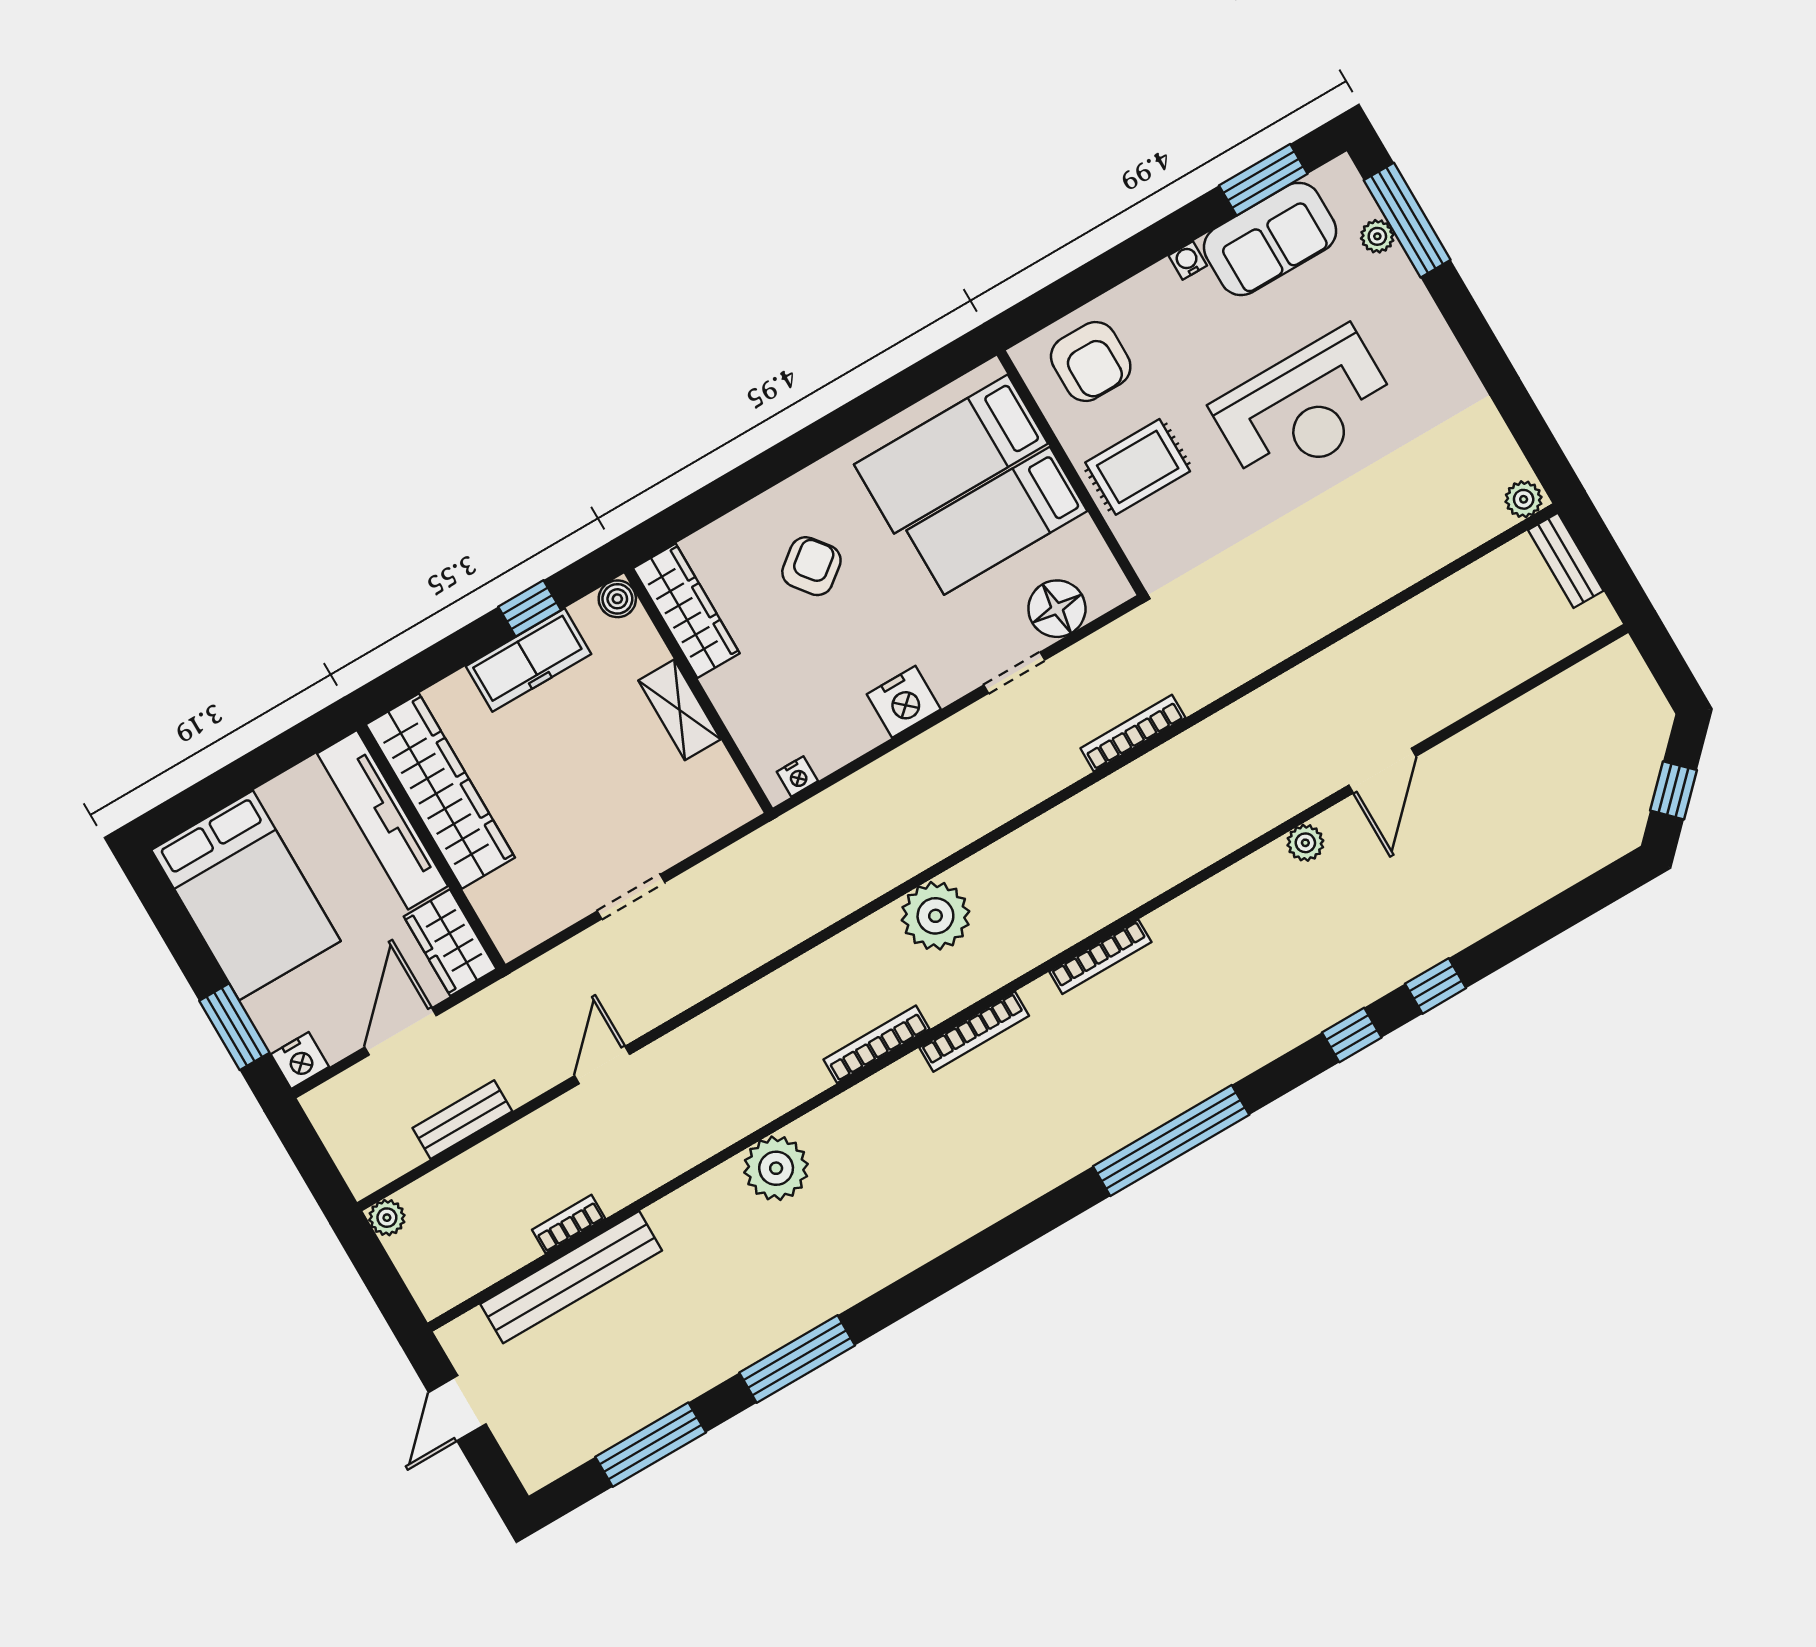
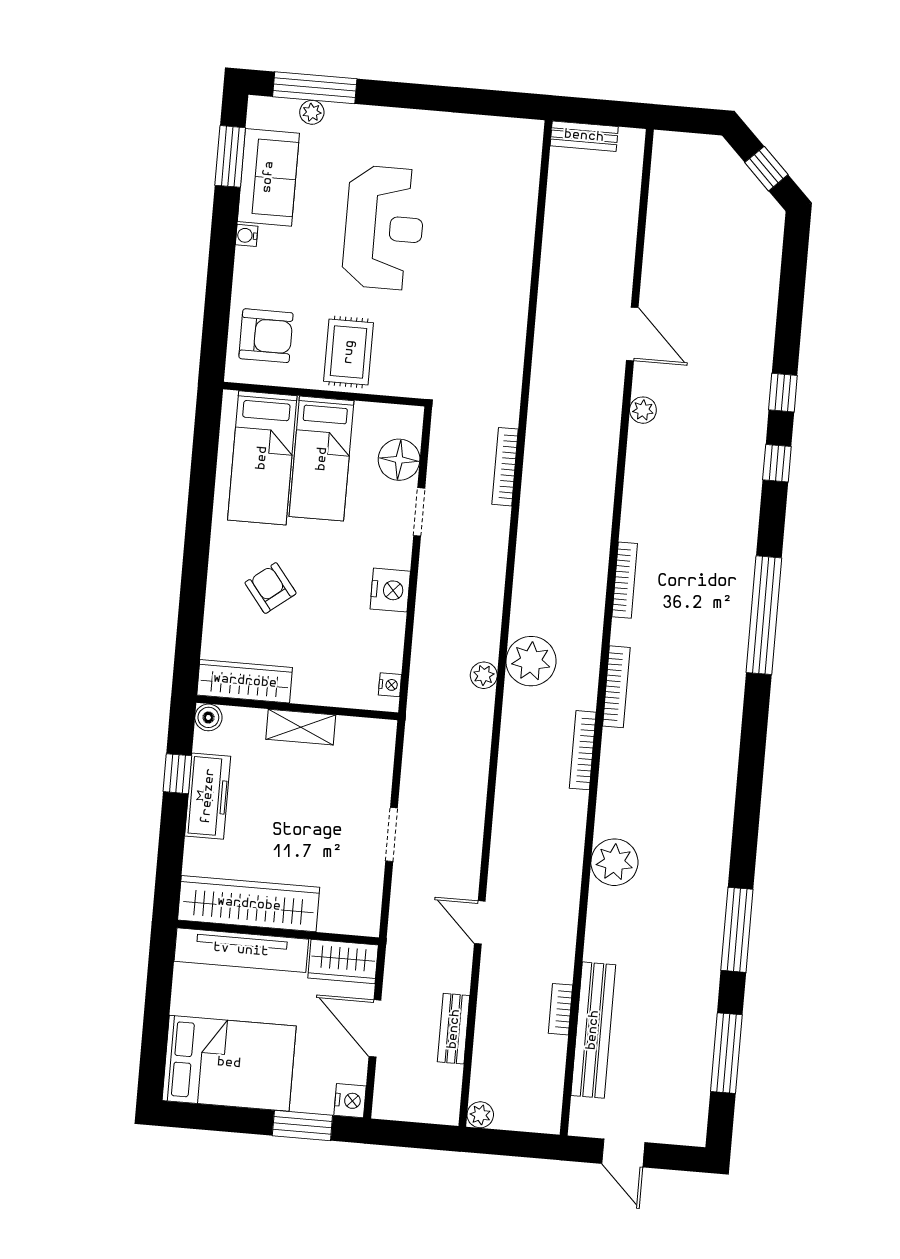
plant: (1524, 499) -> (484, 675), moved

